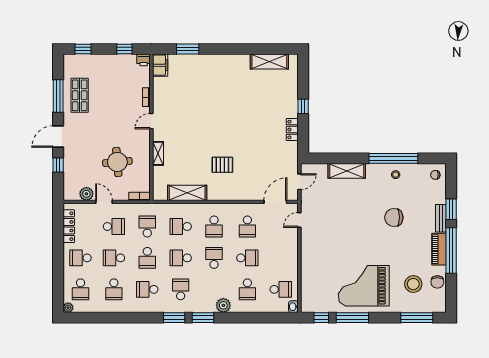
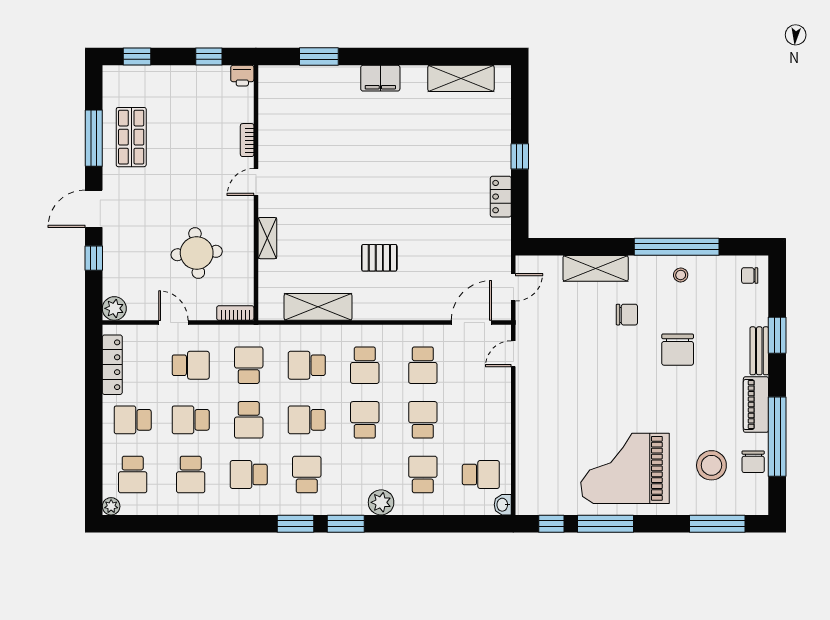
filing cabinet: (160, 65) -> (380, 78), moved, turned 90
plant: (86, 194) -> (114, 308), moved
chair: (365, 197) -> (627, 315), added
chair: (394, 217) -> (678, 350), turned -90
window: (451, 251) -> (777, 437), moved
school desk: (247, 258) -> (423, 420), turned -90
school desk: (247, 289) -> (423, 475), turned 180

